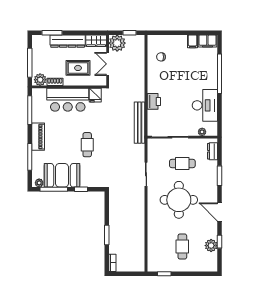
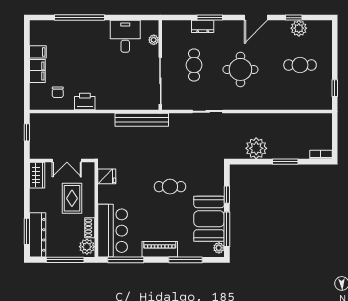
dresser: (68, 41) -> (38, 235), moved
filing cabinet: (207, 41) -> (37, 71), moved
plant: (117, 43) -> (256, 148), moved
bar counter: (68, 100) -> (113, 231), moved
printer: (154, 101) -> (85, 101), moved
desk: (205, 105) -> (125, 36), width x0.73
dresser: (213, 151) -> (203, 26), moved
round table: (179, 200) -> (240, 69), width x0.73, depth x0.73

